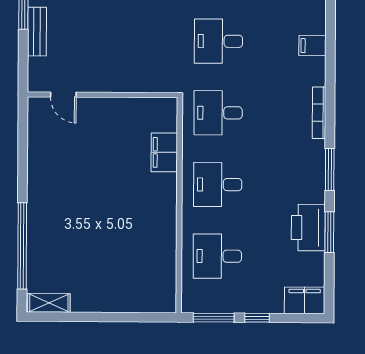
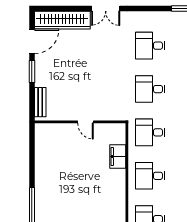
bench: (37, 32) -> (40, 102), moved
door: (63, 95) -> (85, 122), moved

